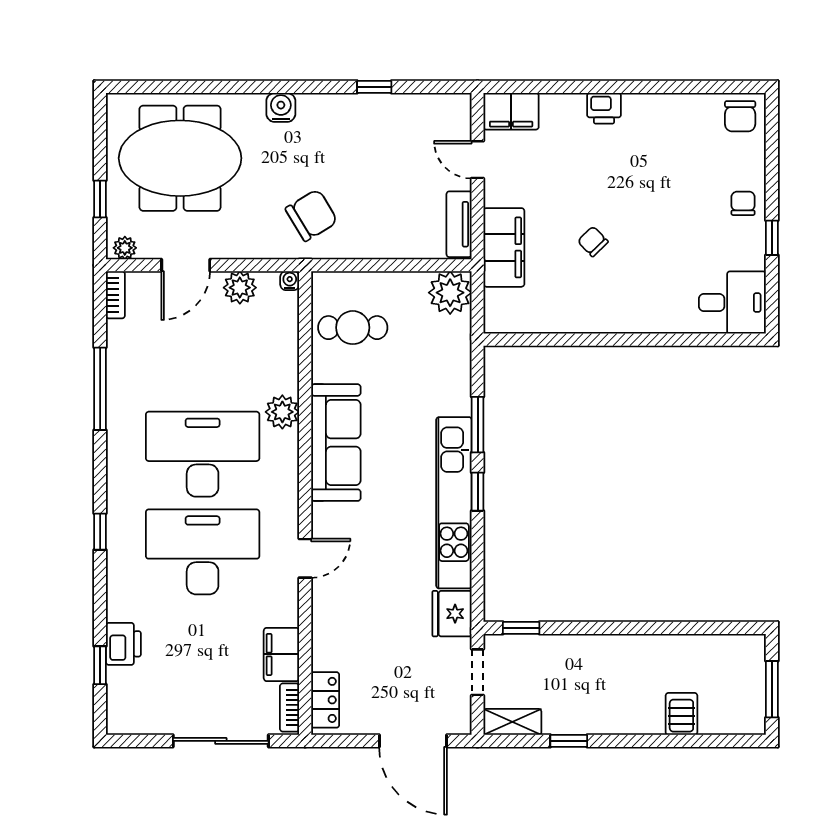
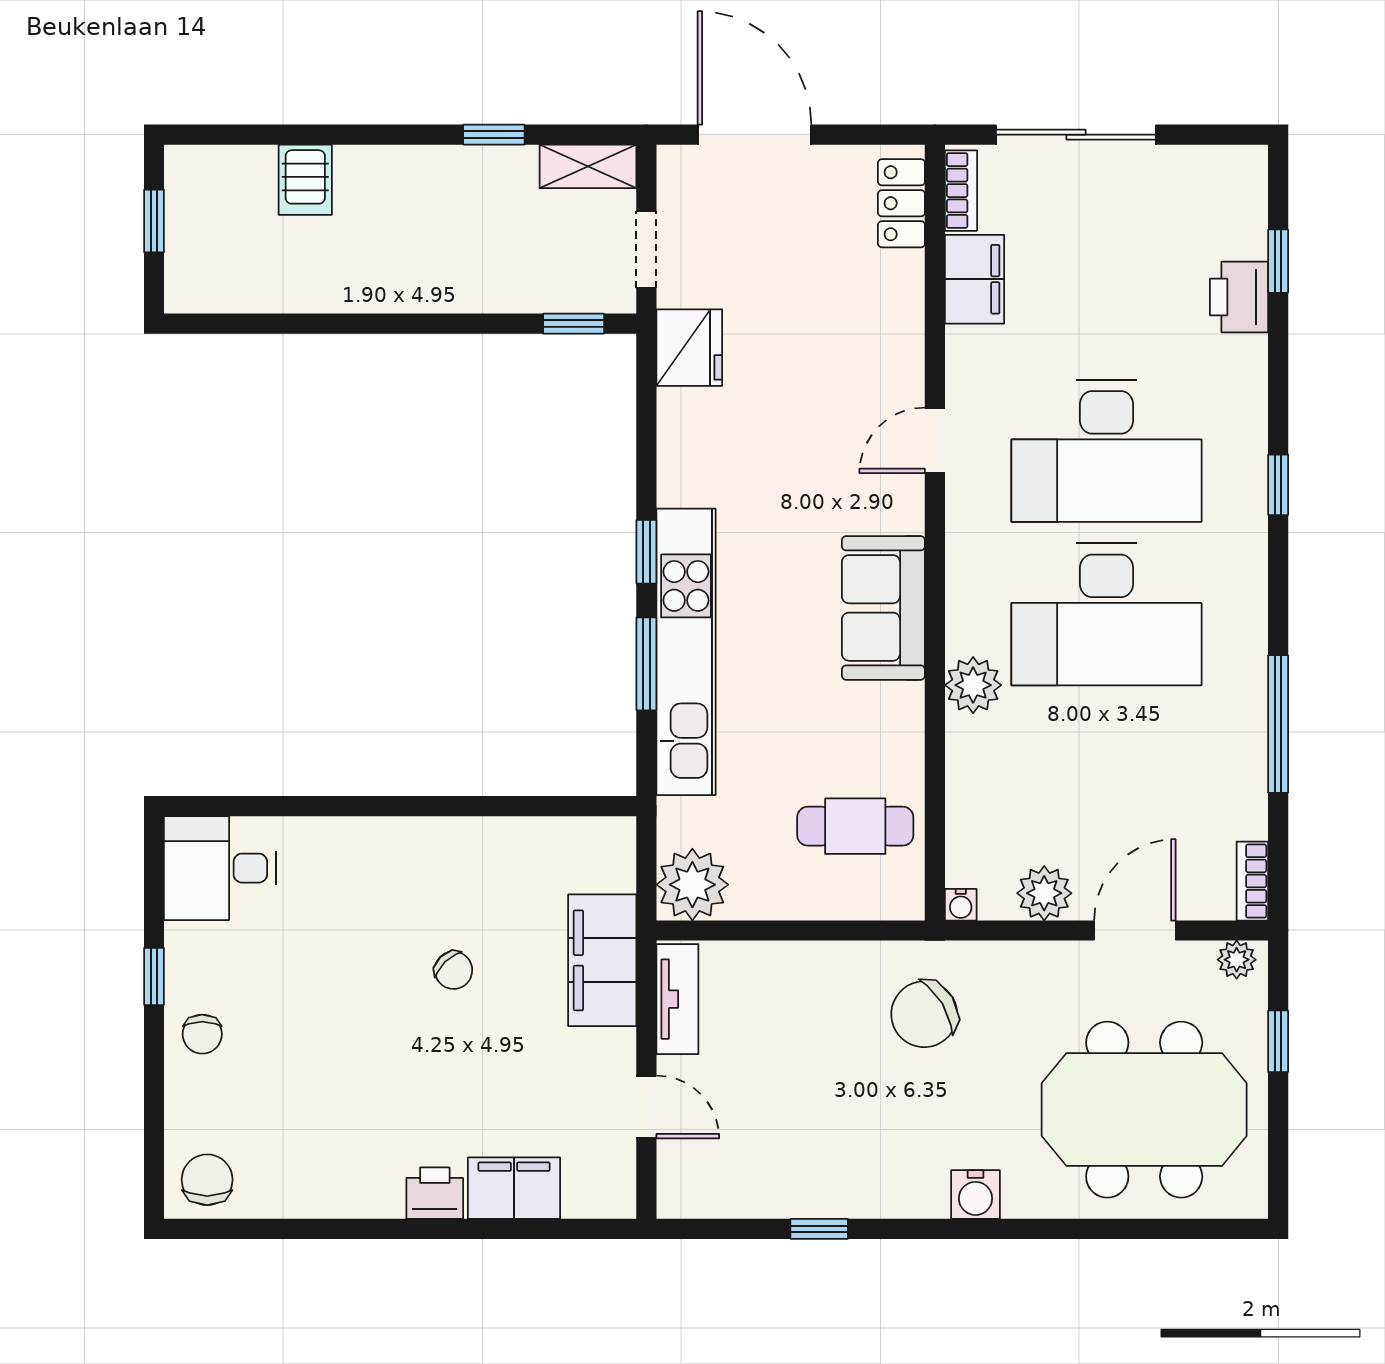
filing cabinet: (511, 111) -> (514, 1188), moved
sofa: (336, 443) -> (883, 608), width x0.73
kitchen unit: (454, 503) -> (686, 652), moved
window: (772, 689) -> (154, 221), width x0.67

